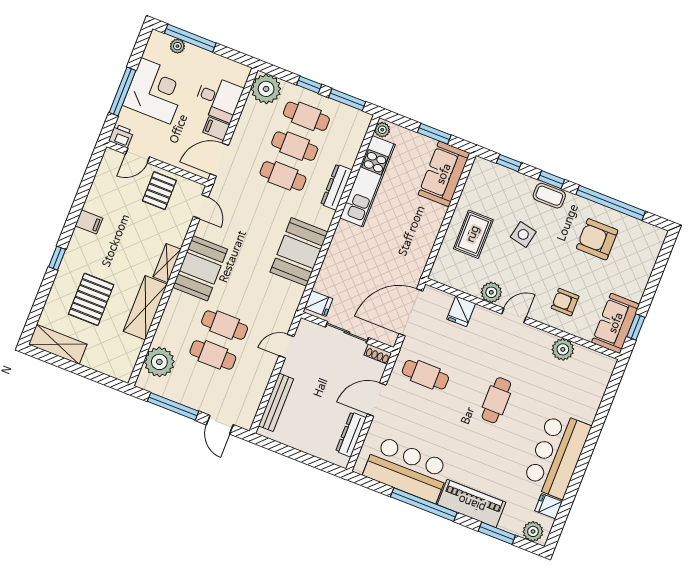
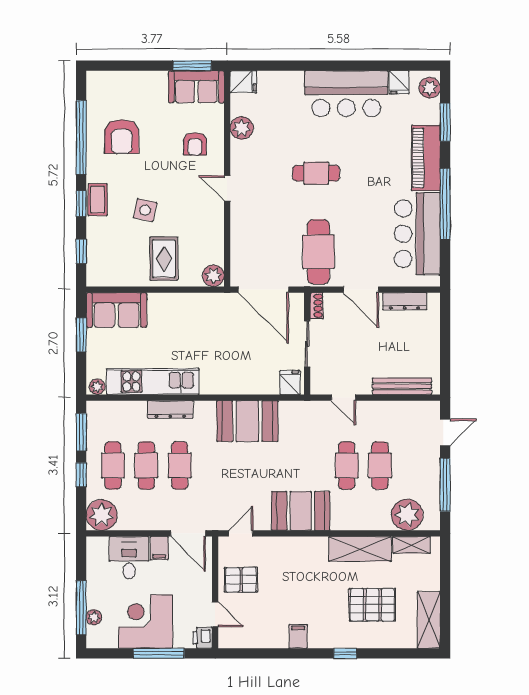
rug: (473, 234) -> (164, 259), turned 90
shelving: (167, 263) -> (412, 545), moved
plant: (491, 292) -> (213, 276), moved
fridge: (461, 311) -> (243, 82), moved
window: (636, 327) -> (192, 66), width x1.50
cafe table: (425, 375) -> (318, 252), width x1.37, depth x1.35

